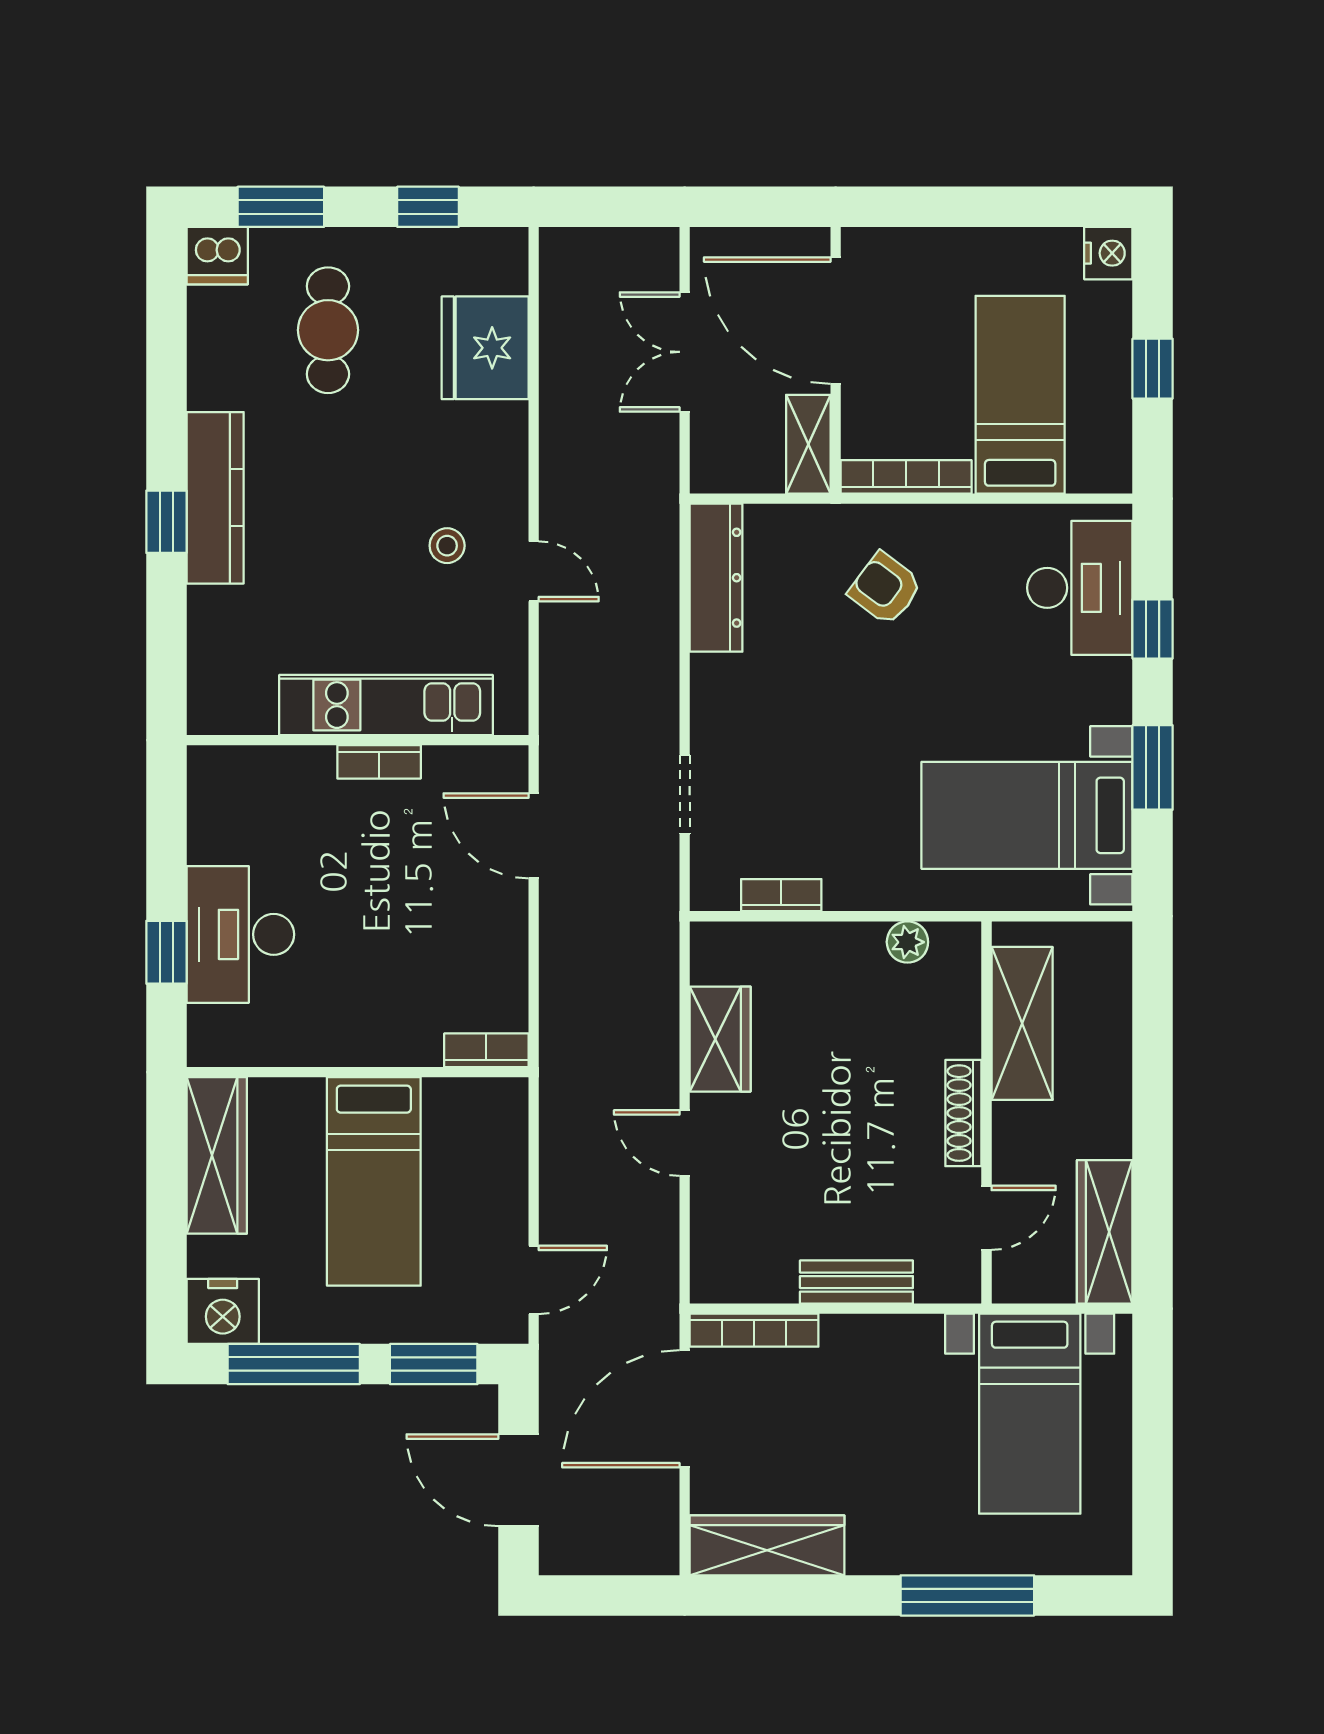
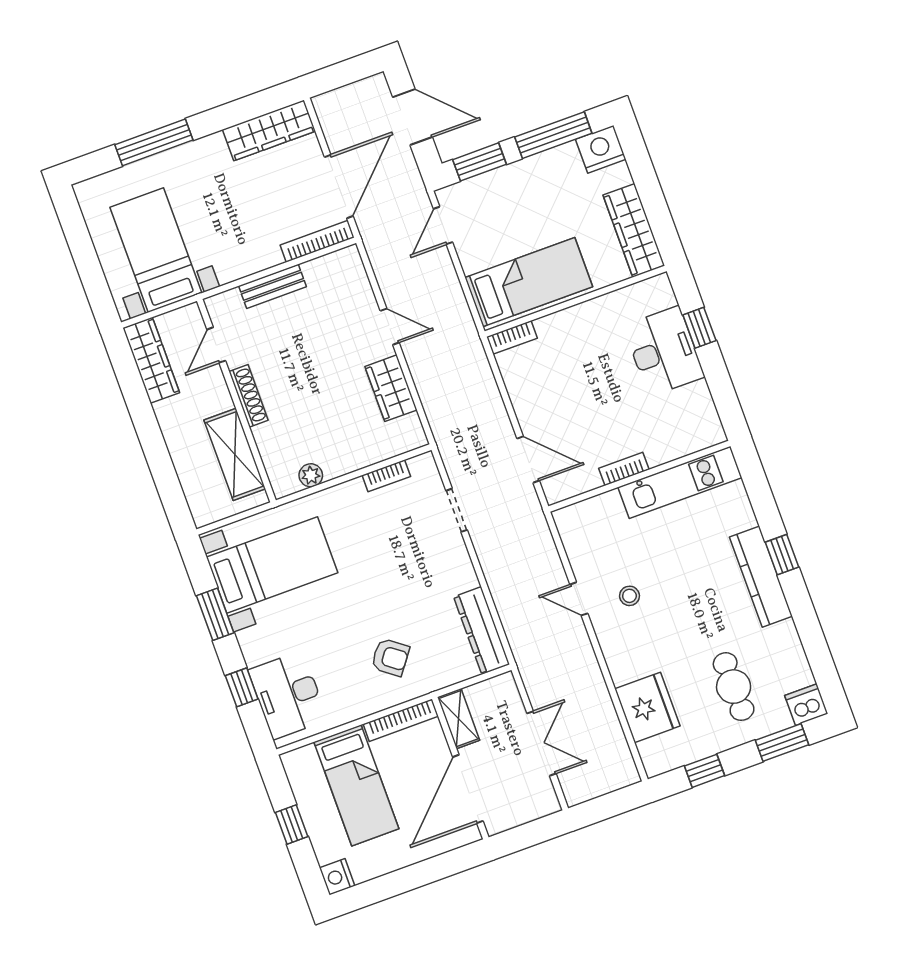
door: (836, 321) -> (468, 789), swing flipped
kitchen unit: (386, 705) -> (680, 482), moved
bed: (374, 1181) -> (529, 282), moved, turned 90

